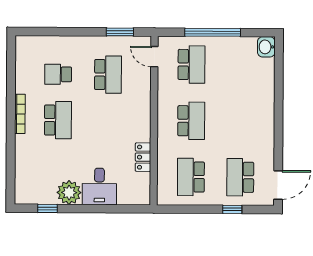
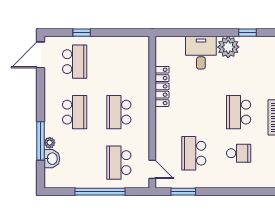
washbasin: (266, 47) -> (52, 159), moved
plant: (269, 87) -> (50, 143), added
window: (279, 89) -> (41, 141), added
locker: (143, 157) -> (162, 86), width x1.53
school desk: (191, 177) -> (75, 112), moved

